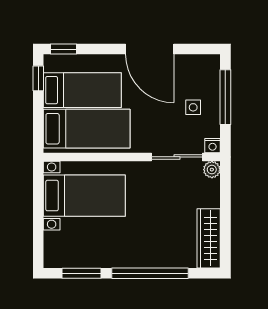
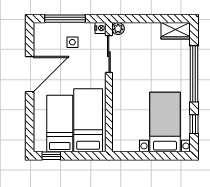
window: (63, 49) -> (30, 137), removed
bed with nightstands: (84, 196) -> (165, 122), moved
wardrobe: (209, 238) -> (176, 31), width x0.67
window: (81, 273) -> (194, 124), width x0.67

